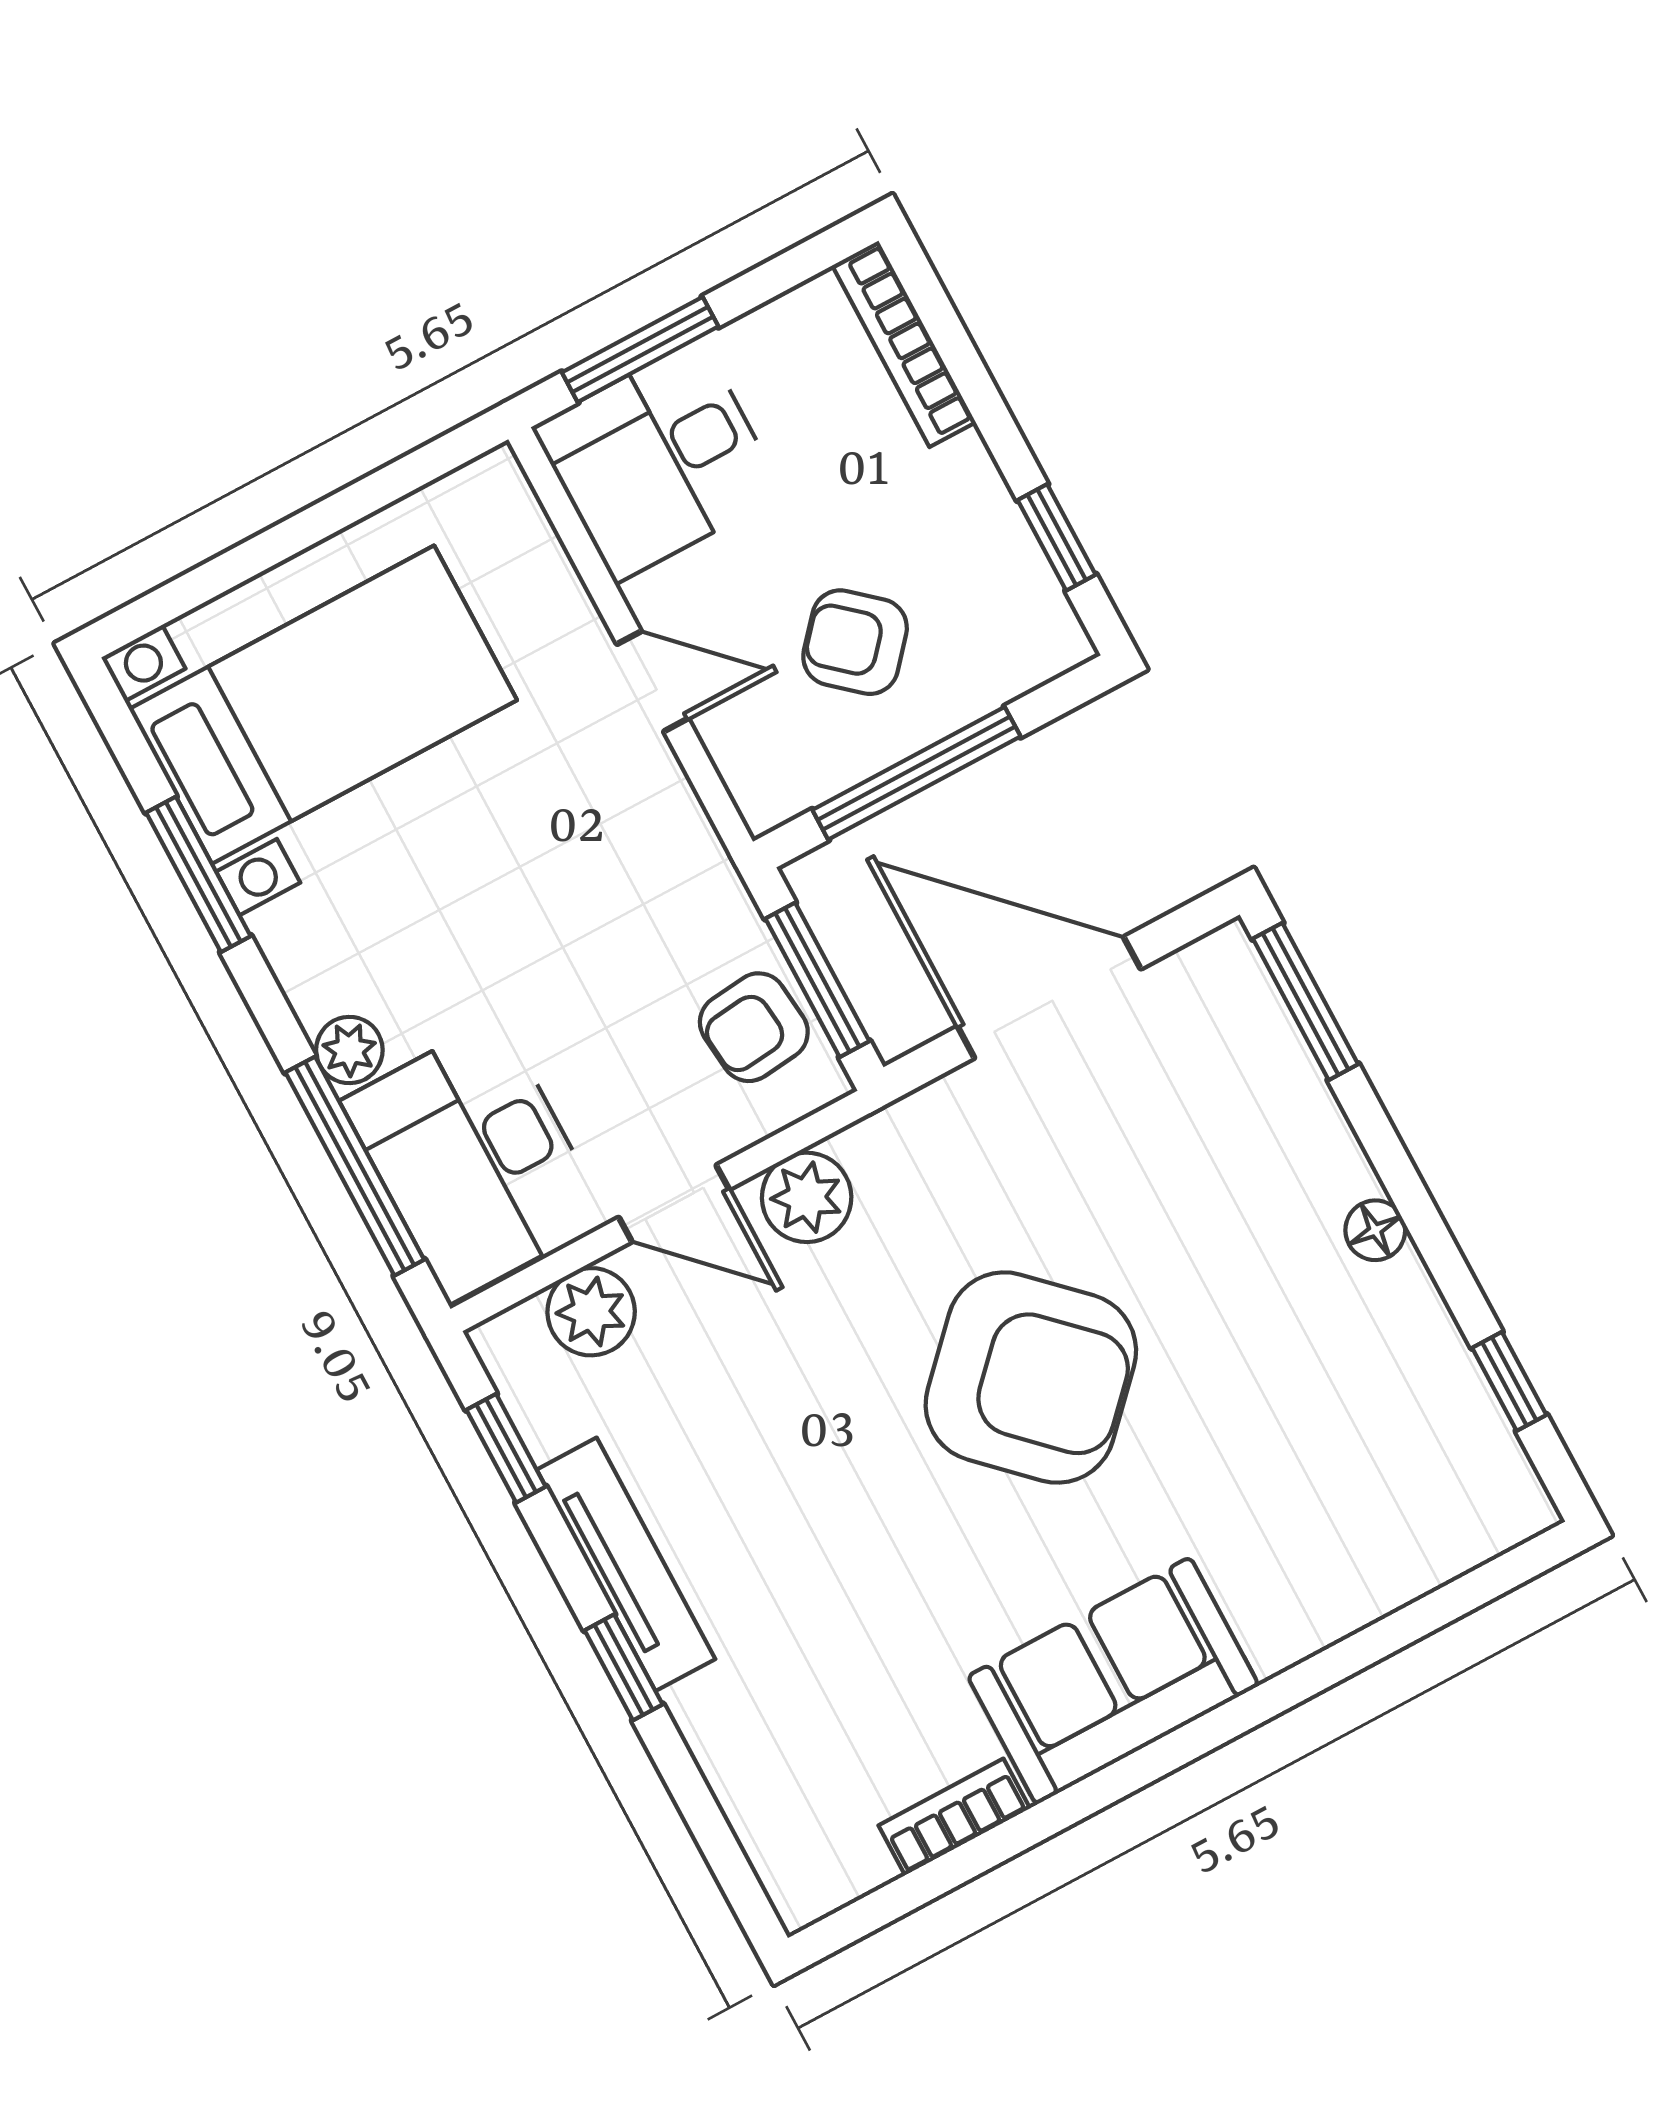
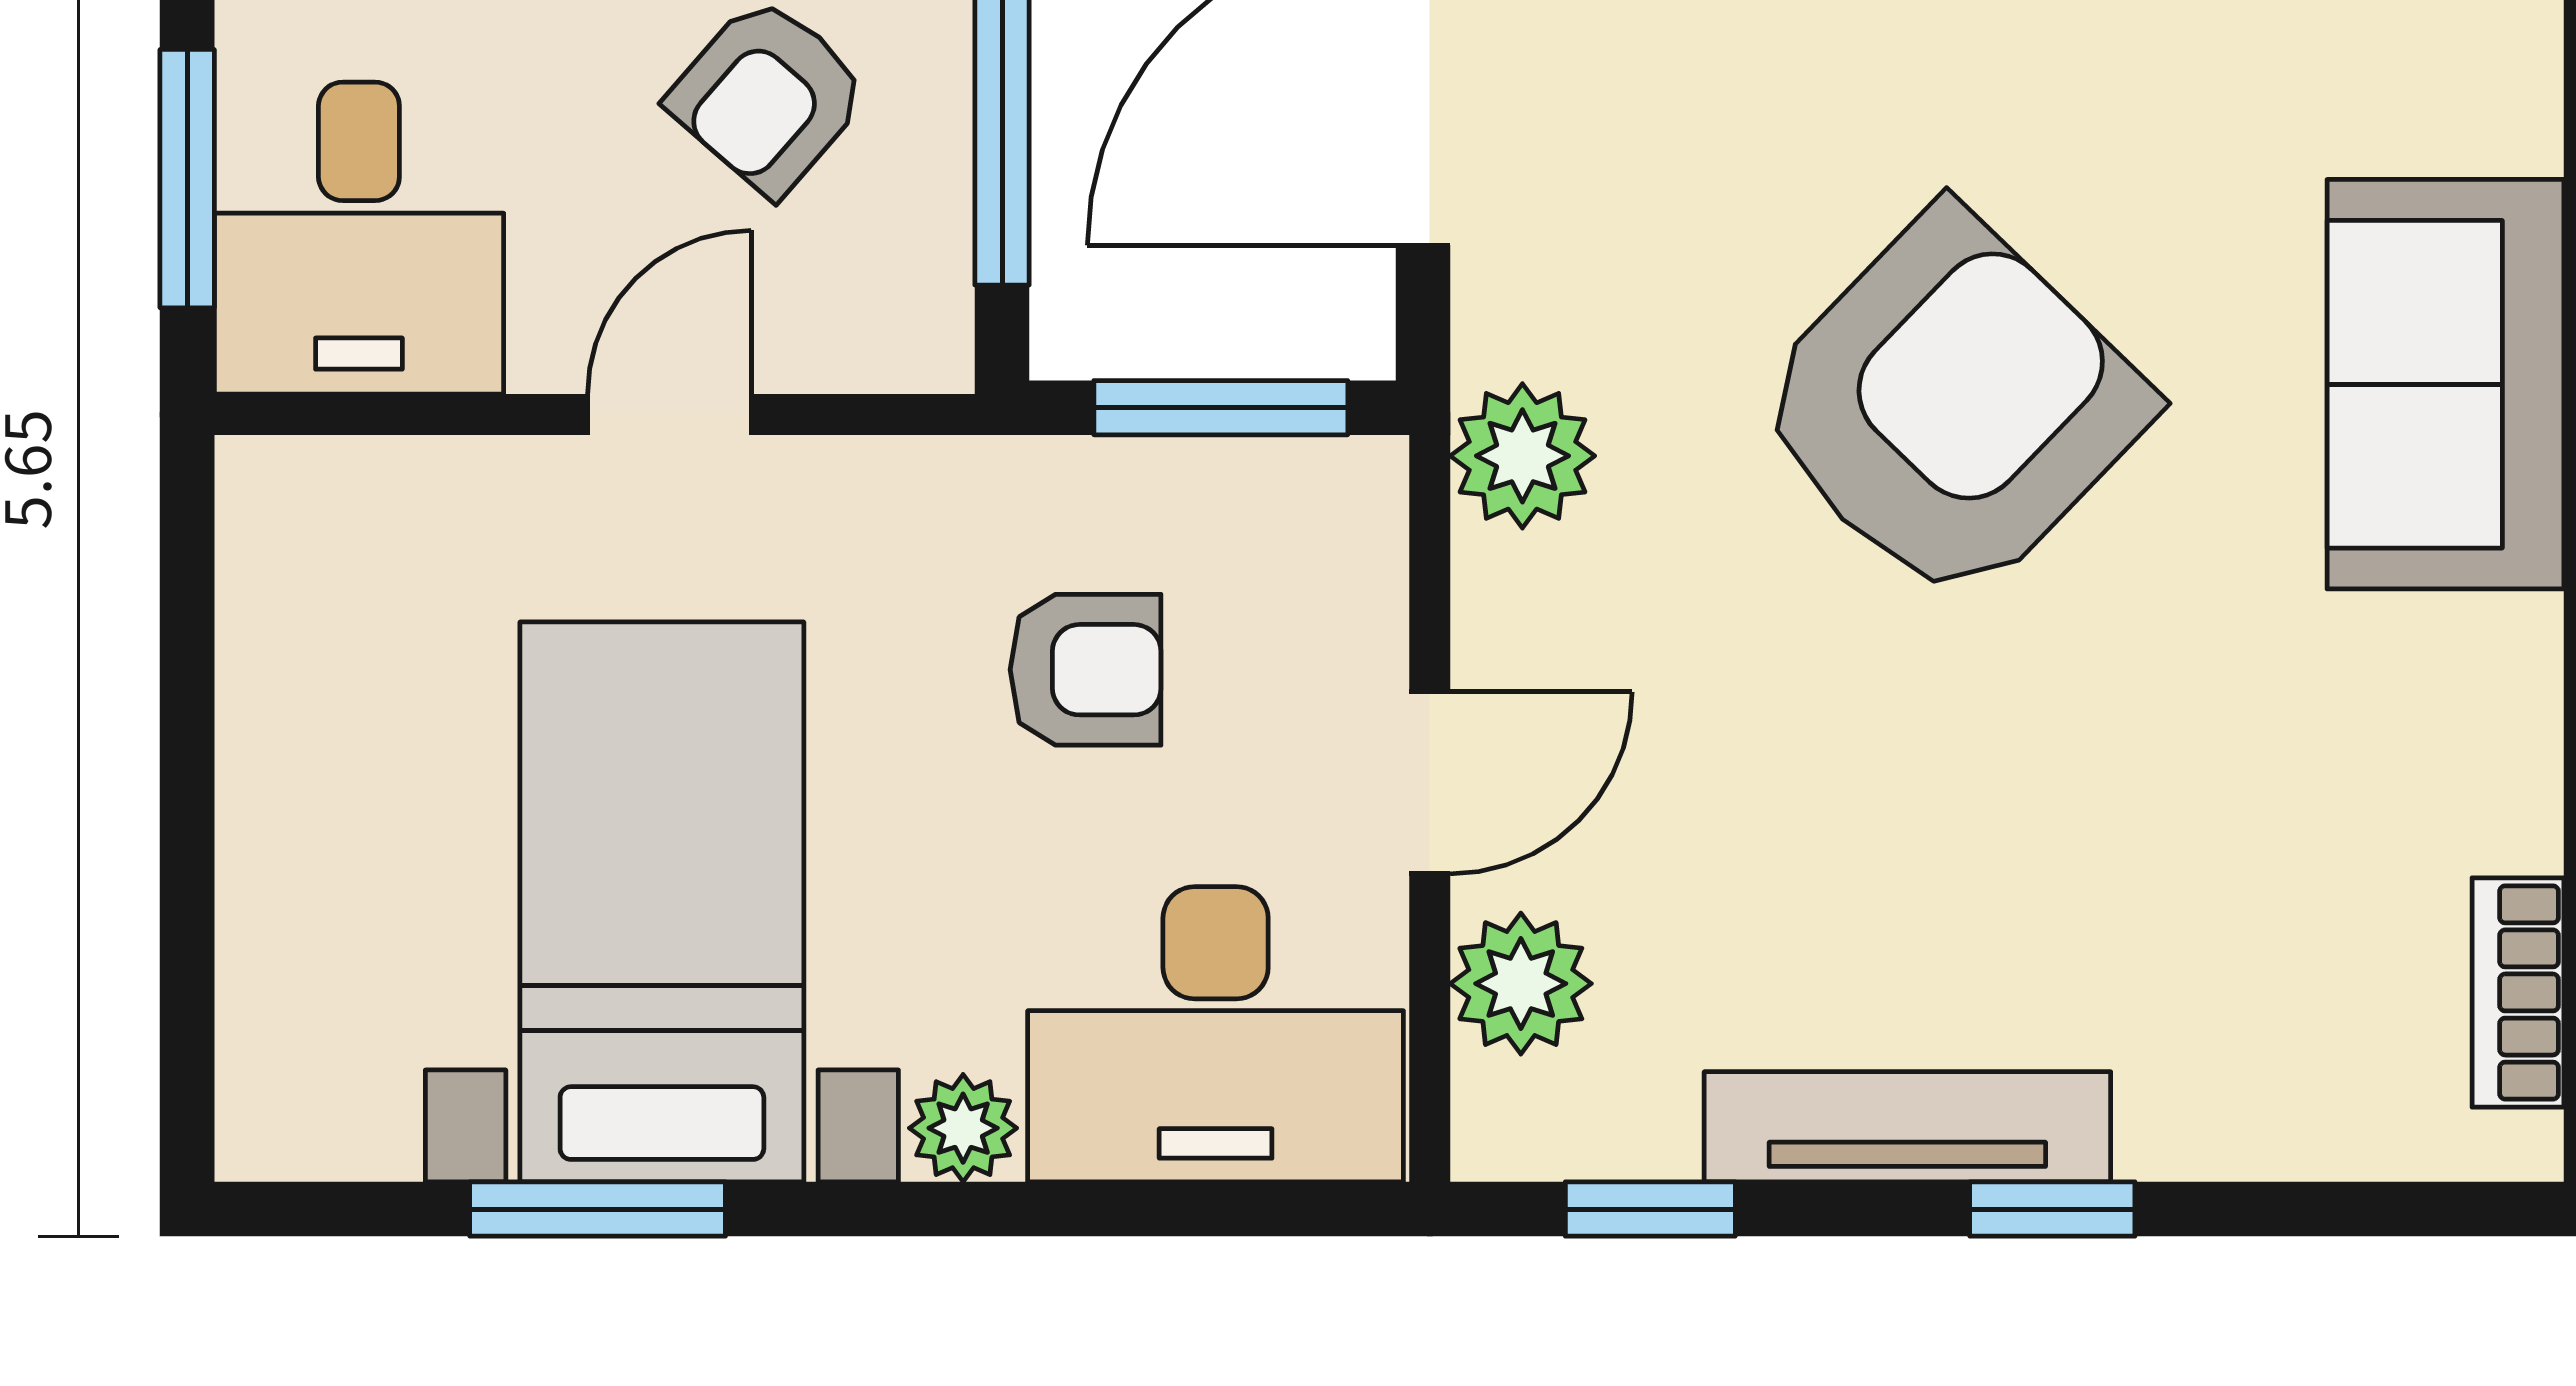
bed with nightstands: (323, 705) -> (662, 902), moved
armchair: (754, 1027) -> (1086, 670), moved, turned -84
window: (355, 1166) -> (1133, 1209), removed
plant: (807, 1197) -> (1522, 456), moved
sofa: (1113, 1681) -> (2445, 384), moved
bookcase: (954, 1817) -> (2518, 992), moved

